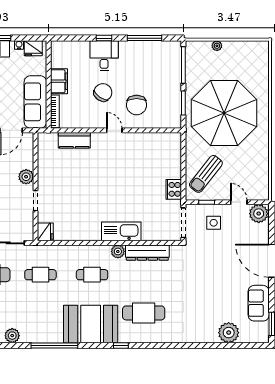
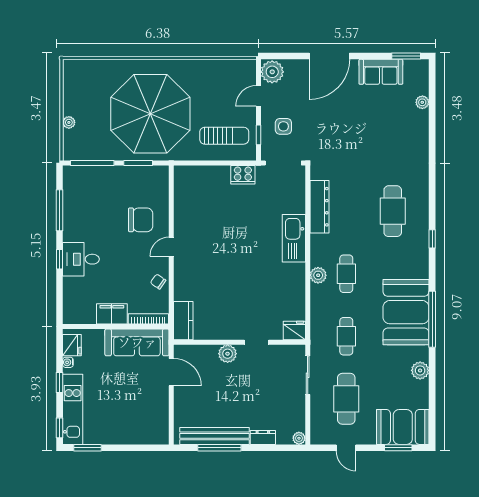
chair: (103, 92) -> (158, 282), moved, width x0.54, depth x0.54
kitchen counter: (74, 140) -> (183, 321), moved
sun lounger: (206, 174) -> (224, 136), turned -38
plant: (118, 251) -> (318, 275), moved
booth: (91, 324) -> (406, 312), moved
plant: (229, 333) -> (422, 102), width x0.53, depth x0.53

